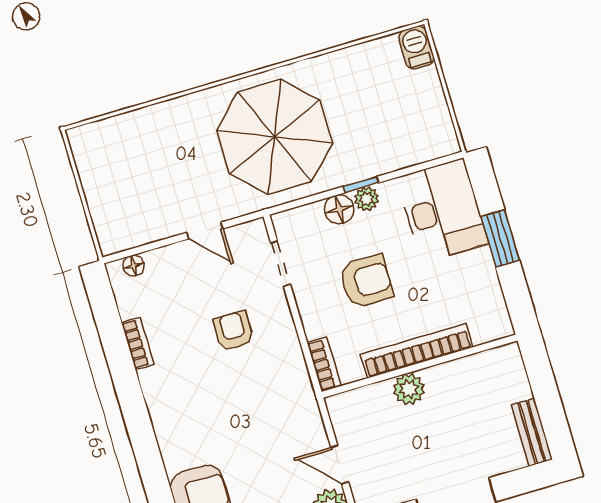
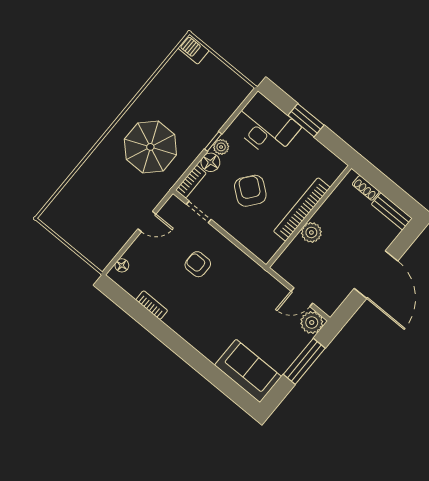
parasol: (275, 137) -> (150, 147), width x0.73, depth x0.73
armchair: (366, 281) -> (250, 191), turned -52
bookcase: (324, 364) -> (191, 182), moved, turned 90
shoe rack: (519, 379) -> (366, 188), added

